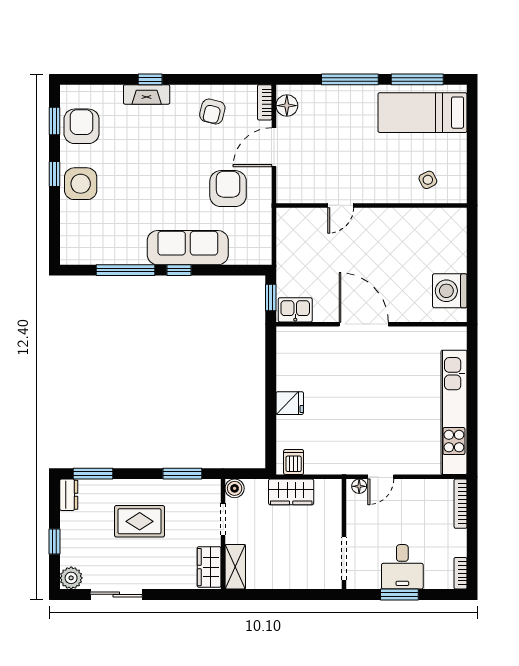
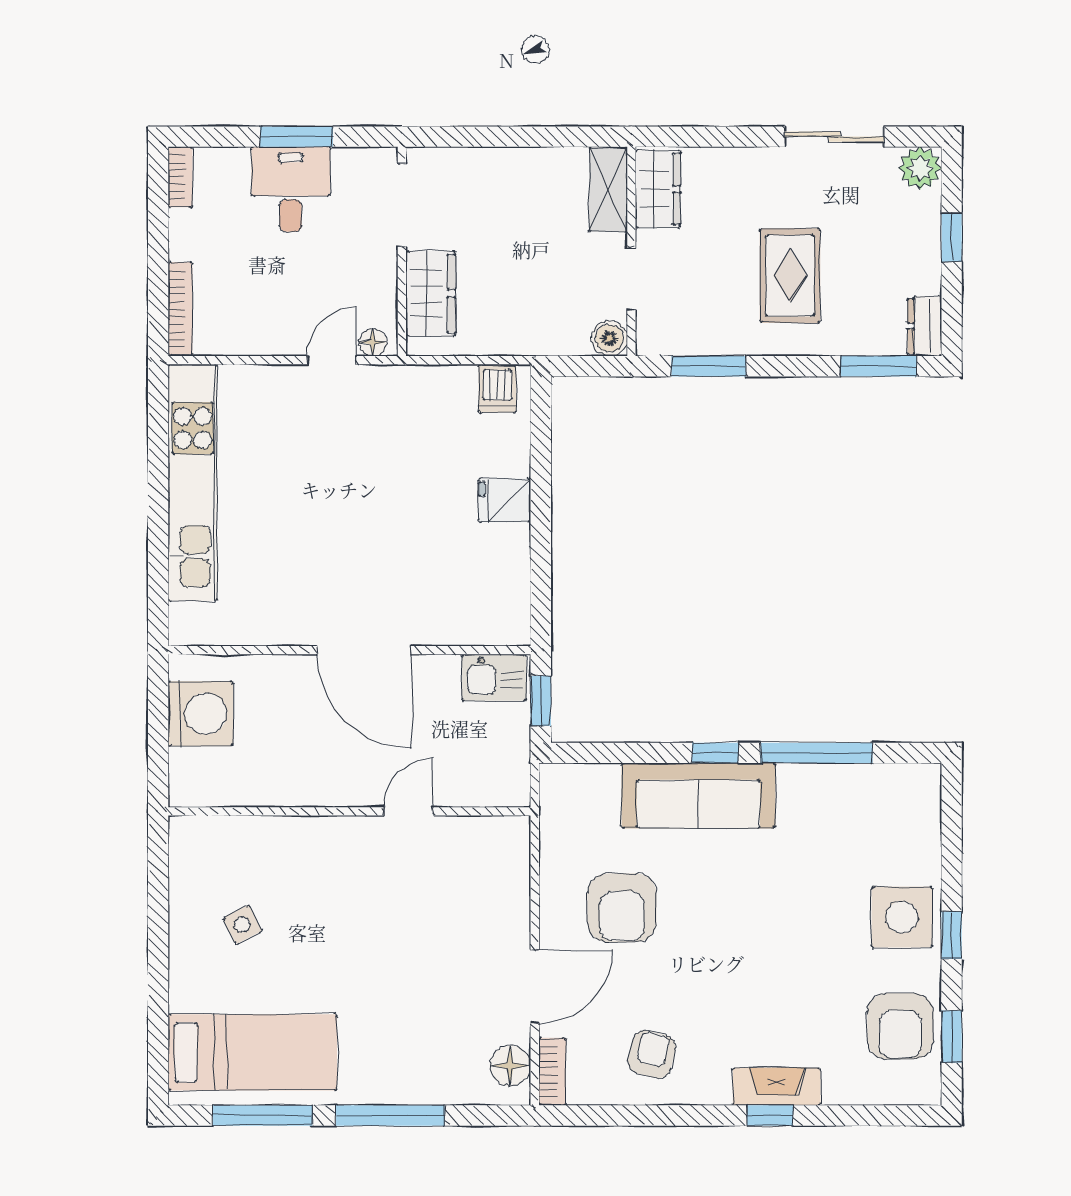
door: (341, 205) -> (408, 811), moved
wall: (371, 205) -> (349, 811), moved
wardrobe: (291, 492) -> (431, 294), moved, turned 90
rug: (140, 521) -> (790, 276), turned 90

